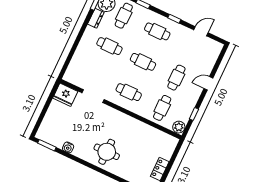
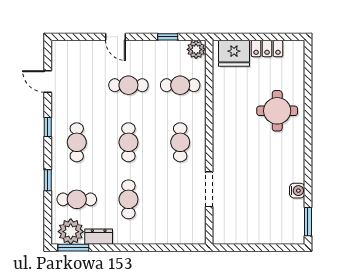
fridge: (65, 95) -> (234, 53), moved, turned 90
round table: (107, 152) -> (277, 111), moved

